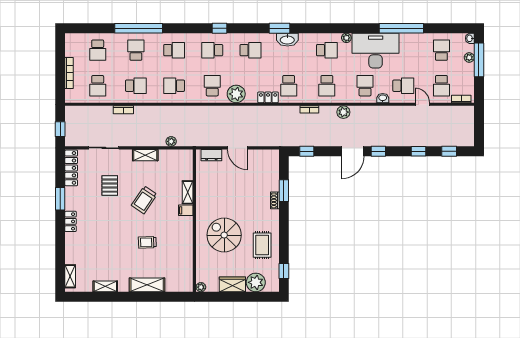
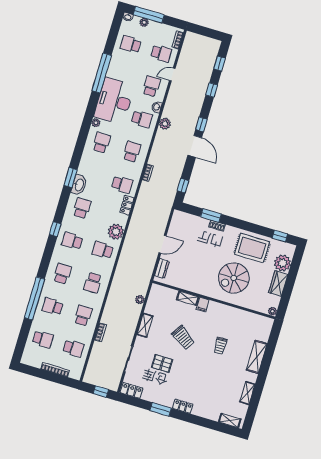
washbasin: (287, 40) -> (79, 185), moved
school desk: (212, 50) -> (72, 241), turned 90
school desk: (327, 86) -> (132, 152), turned -90
school desk: (365, 86) -> (142, 119), turned 180
plant: (343, 112) -> (165, 124), moved
locker: (71, 168) -> (132, 390), width x0.66
rug: (262, 245) -> (252, 248), width x1.36, depth x1.43

